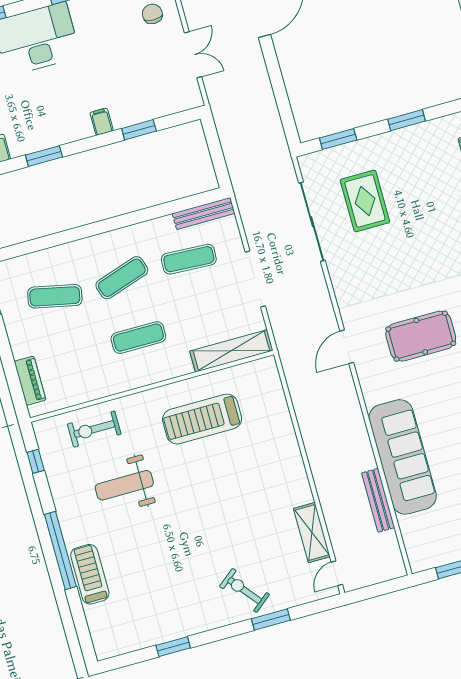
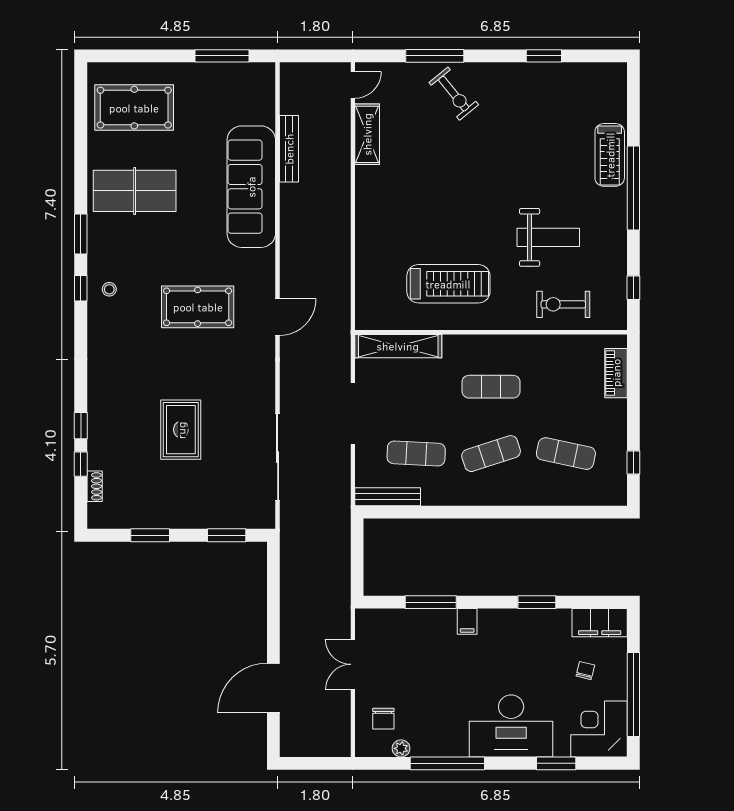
window: (139, 130) -> (431, 602), width x1.44
rug: (365, 201) -> (181, 430), moved
exercise bike: (94, 429) -> (563, 304), turned 180
window: (271, 619) -> (435, 56), width x1.44

